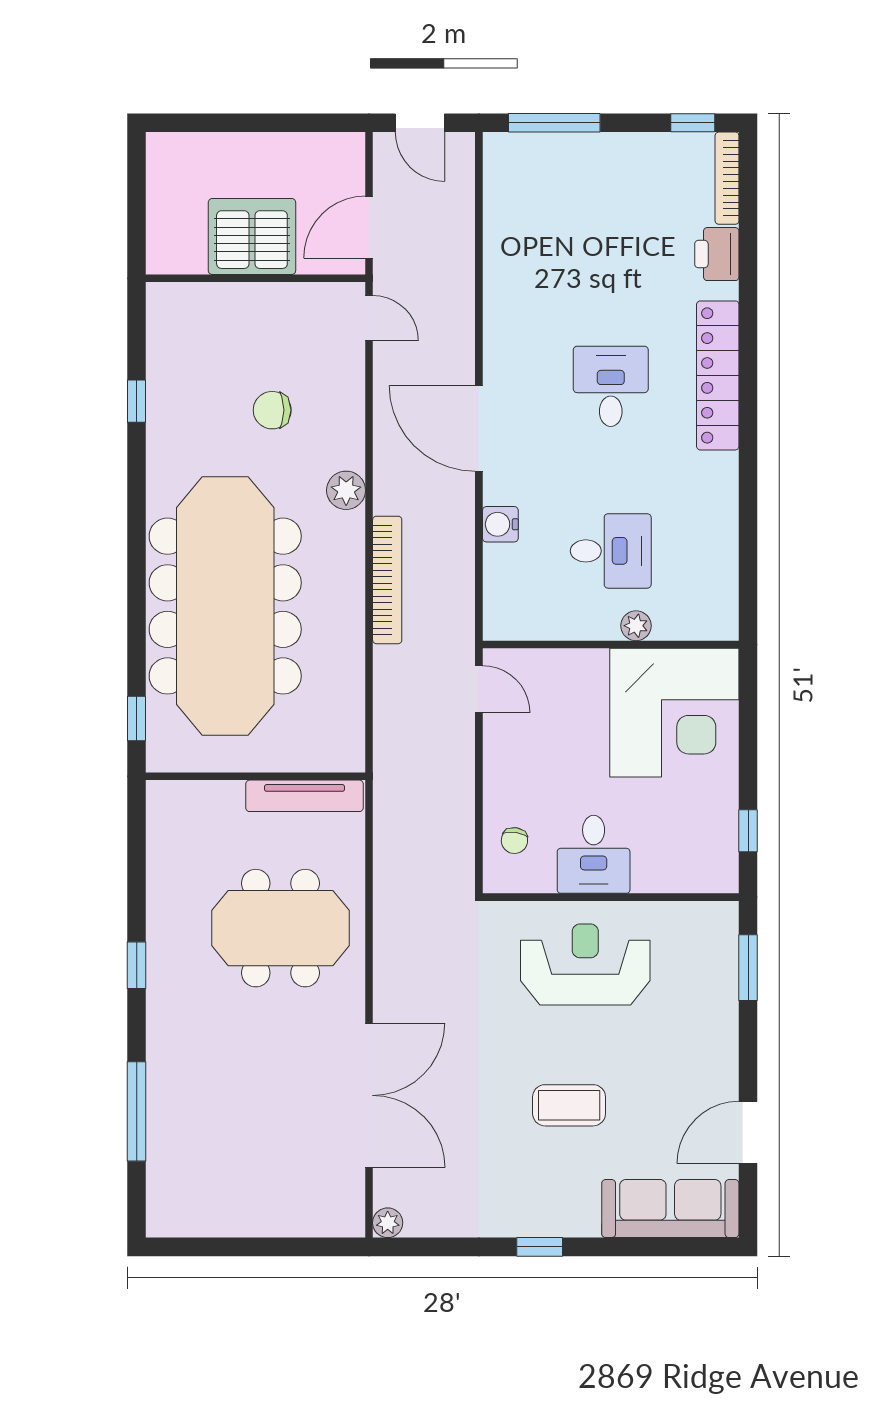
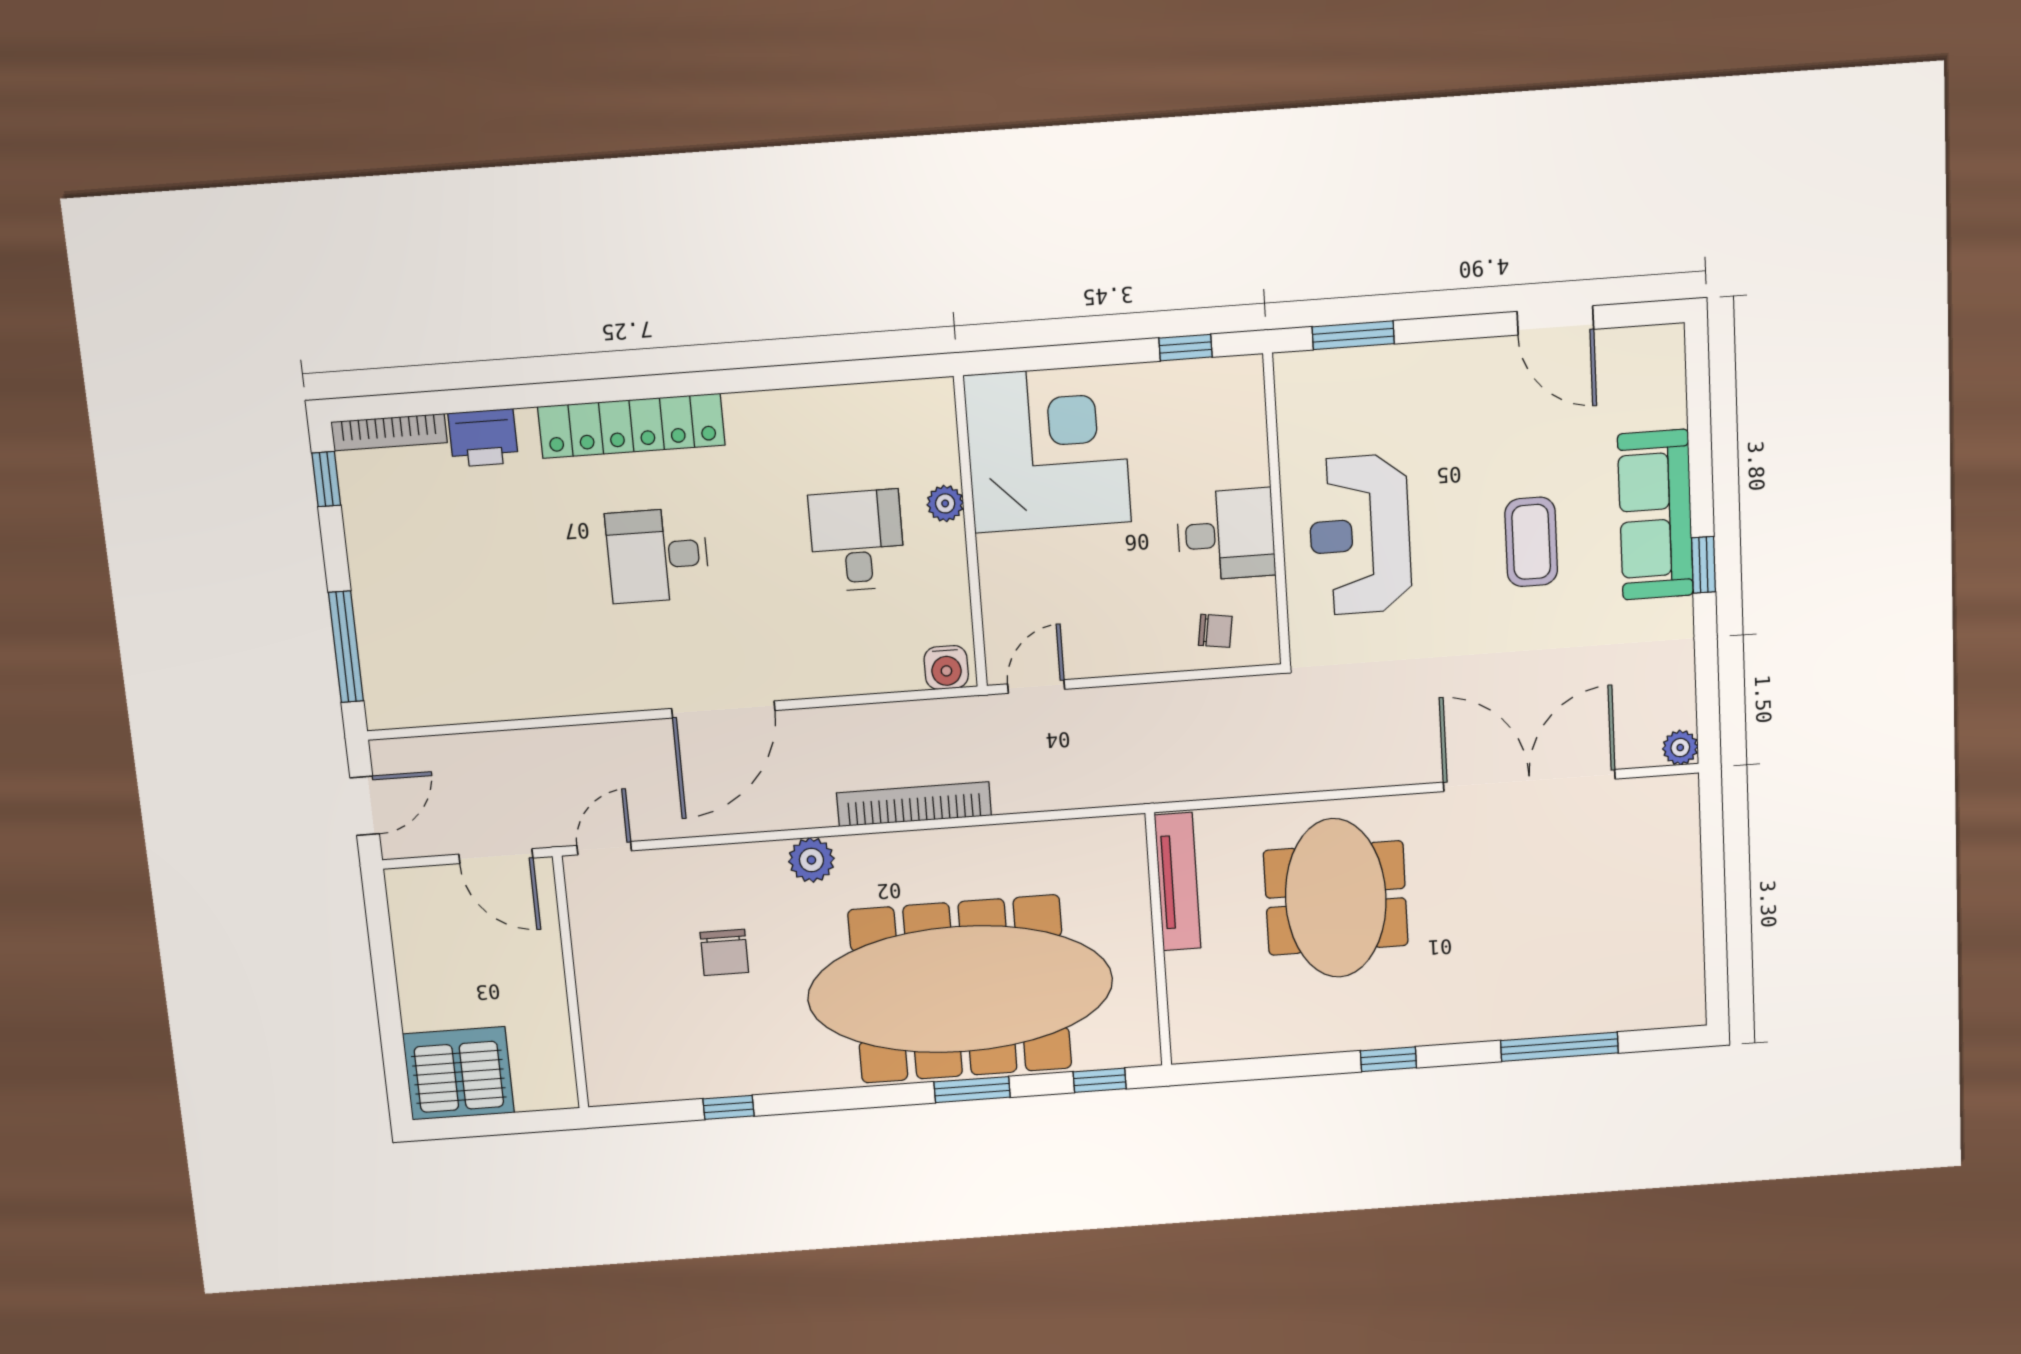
server rack: (252, 237) -> (459, 1073), moved, turned 90
water cooler: (500, 524) -> (946, 667), moved
window: (137, 609) -> (972, 1090), added
sofa: (670, 1209) -> (1655, 515), moved

